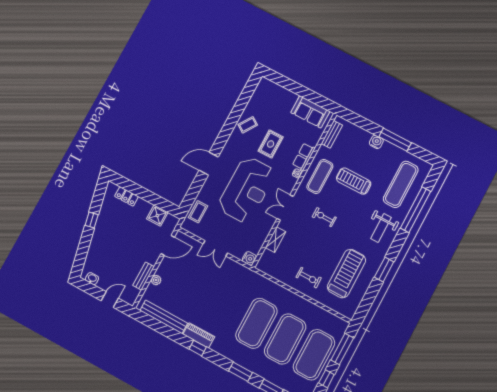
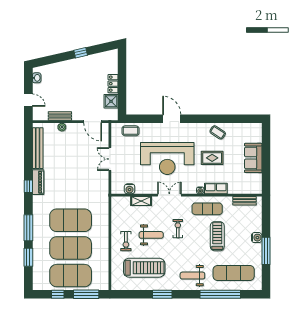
sofa: (310, 112) -> (253, 158), moved
locker: (127, 196) -> (113, 84), moved
weight bench: (316, 248) -> (151, 235), added
water cooler: (249, 258) -> (130, 189), moved
window: (241, 372) -> (28, 228), width x1.44

